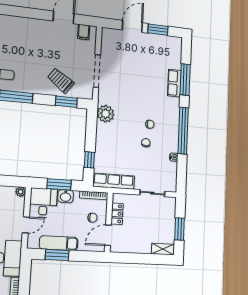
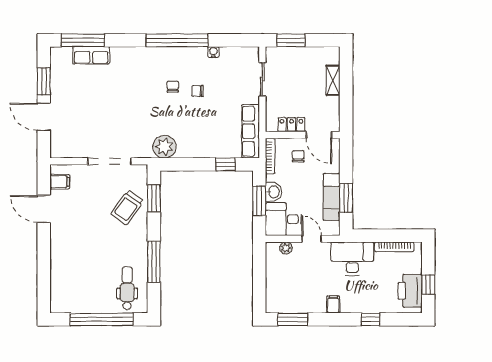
window: (185, 80) -> (83, 40), moved
row of seats: (174, 83) -> (91, 55), moved
plant: (21, 192) -> (286, 248), moved
window: (180, 229) -> (291, 40), moved
shelving: (163, 249) -> (333, 80), moved

